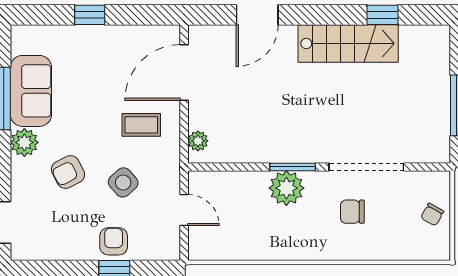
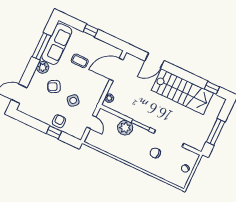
window: (382, 15) -> (212, 88), moved
stairs: (348, 44) -> (182, 92), width x1.36, depth x1.51
sofa: (31, 91) -> (57, 44), width x1.36
coffee table: (141, 125) -> (80, 61), moved
plant: (286, 188) -> (125, 128), moved

